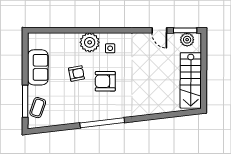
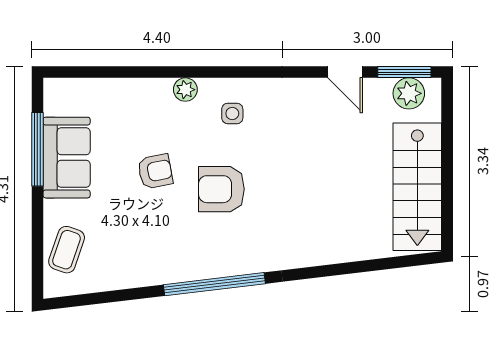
plant: (90, 42) -> (185, 90), width x0.53, depth x0.53
window: (25, 101) -> (37, 149), moved

